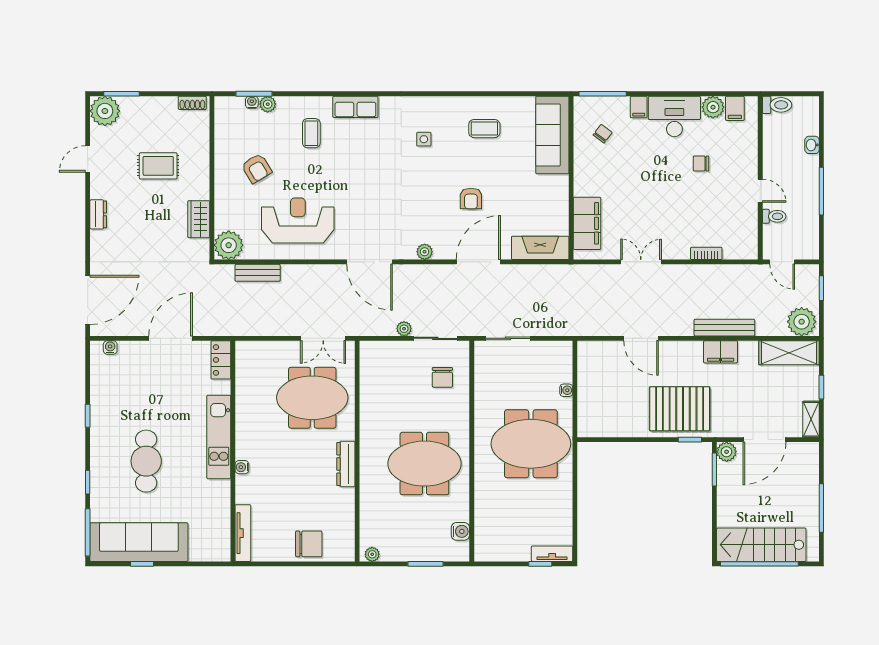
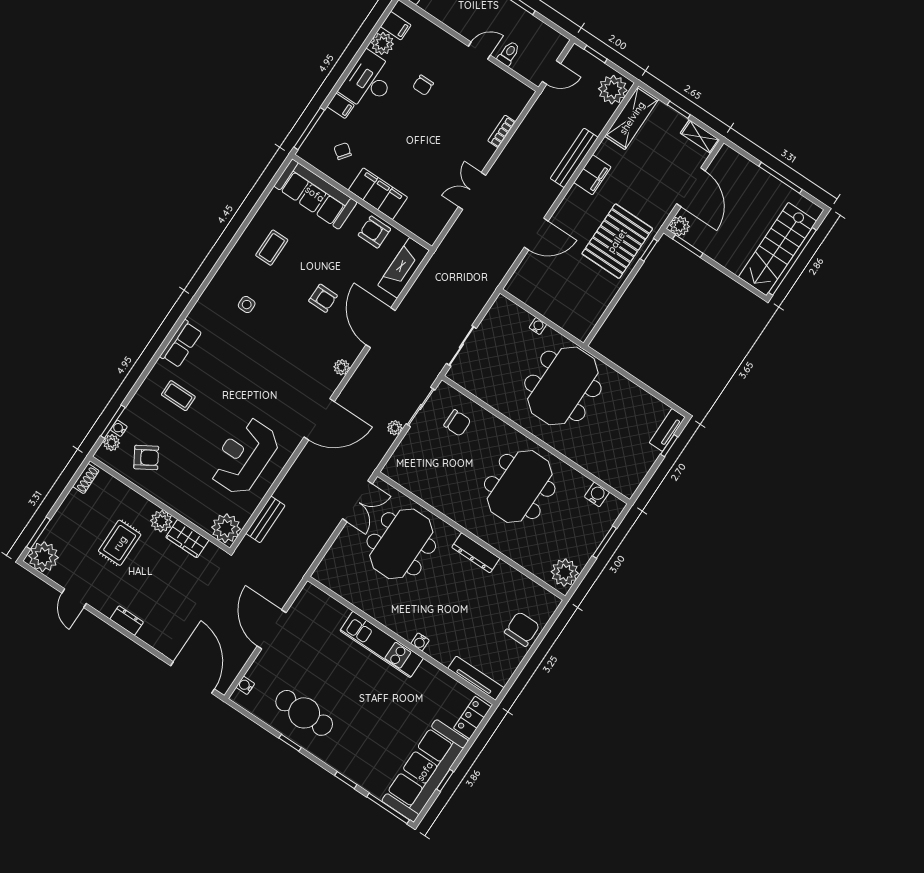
plant: (268, 104) -> (112, 443), moved
armchair: (257, 168) -> (146, 457), moved
plant: (199, 188) -> (161, 521), added
armchair: (554, 204) -> (374, 232), added
filing cabinet: (587, 223) -> (378, 194), moved
locker: (221, 360) -> (472, 718), moved, turned 90
cafe table: (146, 461) -> (304, 713), moved
plant: (372, 554) -> (565, 573), width x1.88, depth x1.88

